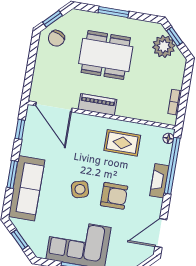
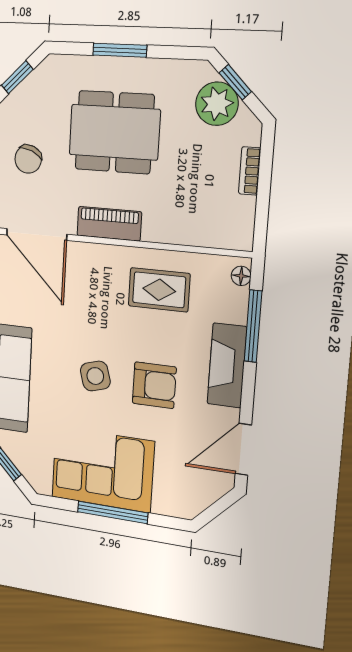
chair: (56, 38) -> (28, 159), moved
bookcase: (175, 102) -> (250, 171), moved
window: (172, 166) -> (253, 326), width x0.68
fireplace: (159, 181) -> (227, 365), width x1.37, depth x1.32

